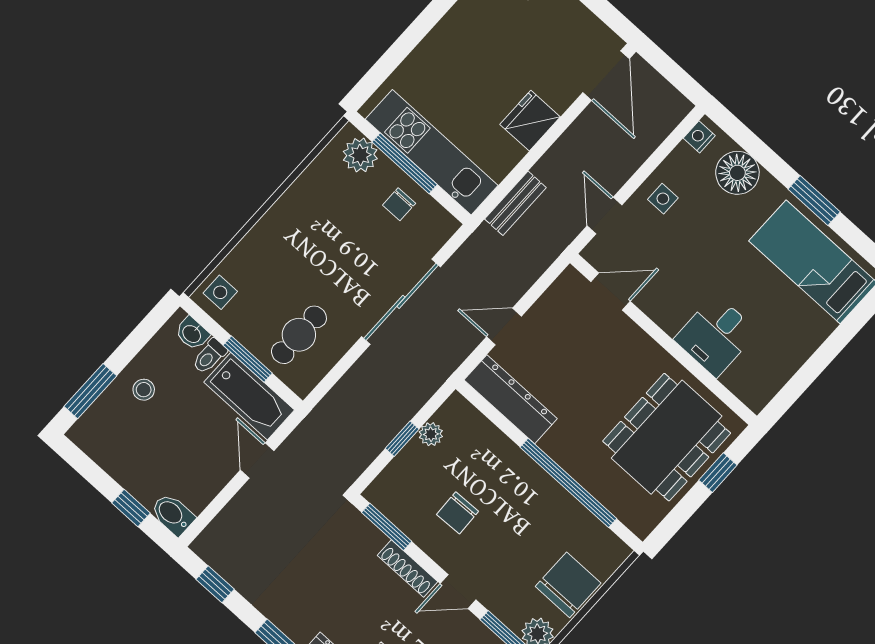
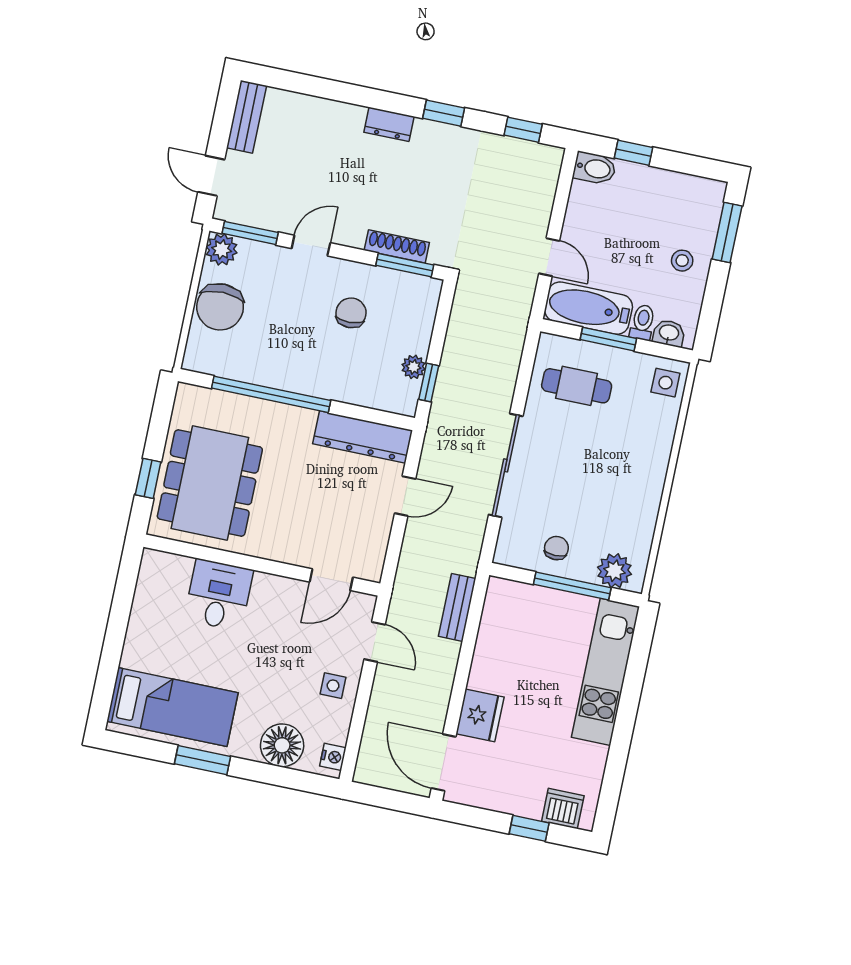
fridge: (530, 121) -> (480, 715), moved
kitchen unit: (432, 152) -> (605, 672), moved, turned 90
cafe table: (299, 335) -> (577, 386), turned 90
window: (402, 439) -> (429, 383), moved
shoe rack: (407, 568) -> (397, 246), moved

